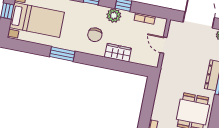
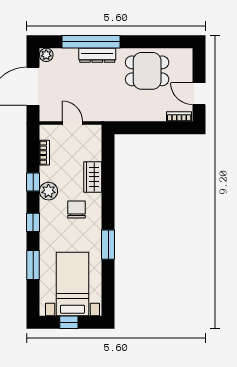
chair: (95, 35) -> (77, 210), turned -90
door: (164, 45) -> (73, 123), swing flipped

